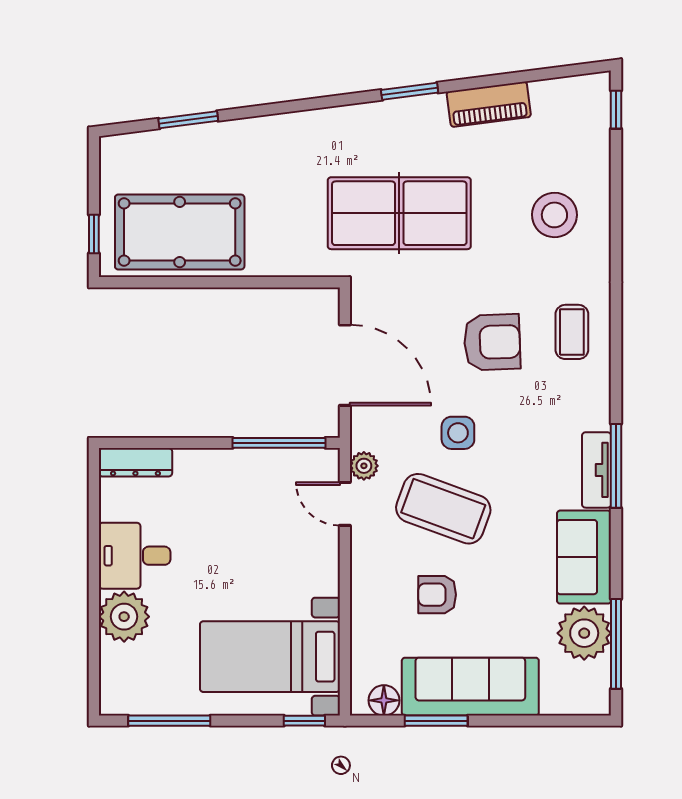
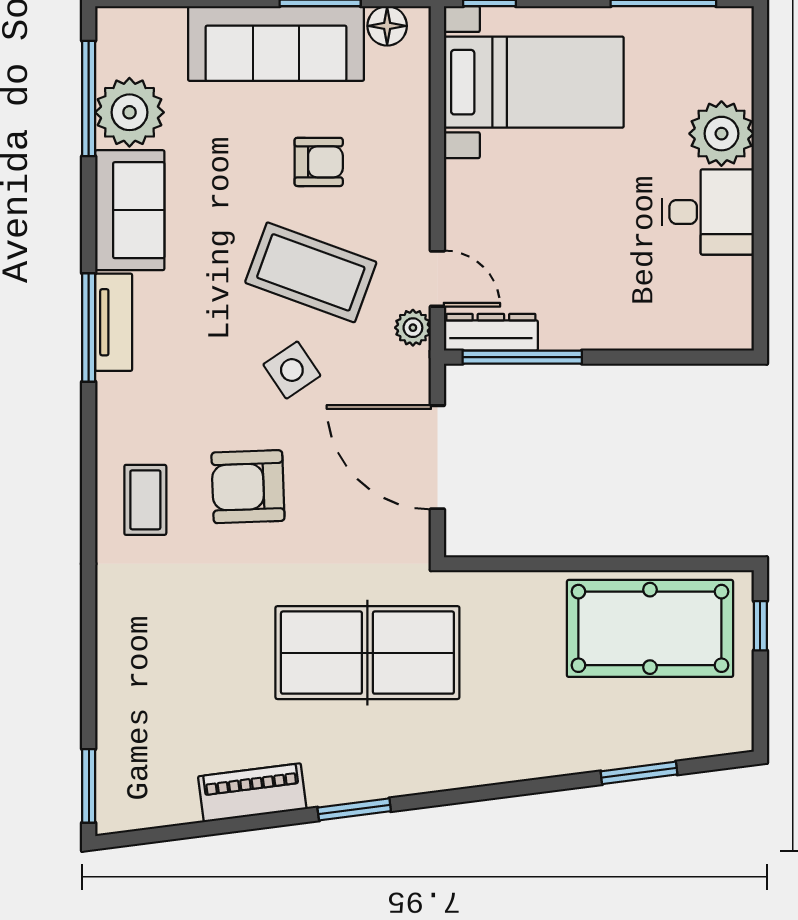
window: (616, 110) -> (89, 786), width x1.50
stool: (554, 215) -> (168, 650), removed
side table: (458, 433) -> (292, 370), turned -34
dresser: (135, 462) -> (491, 332), moved

